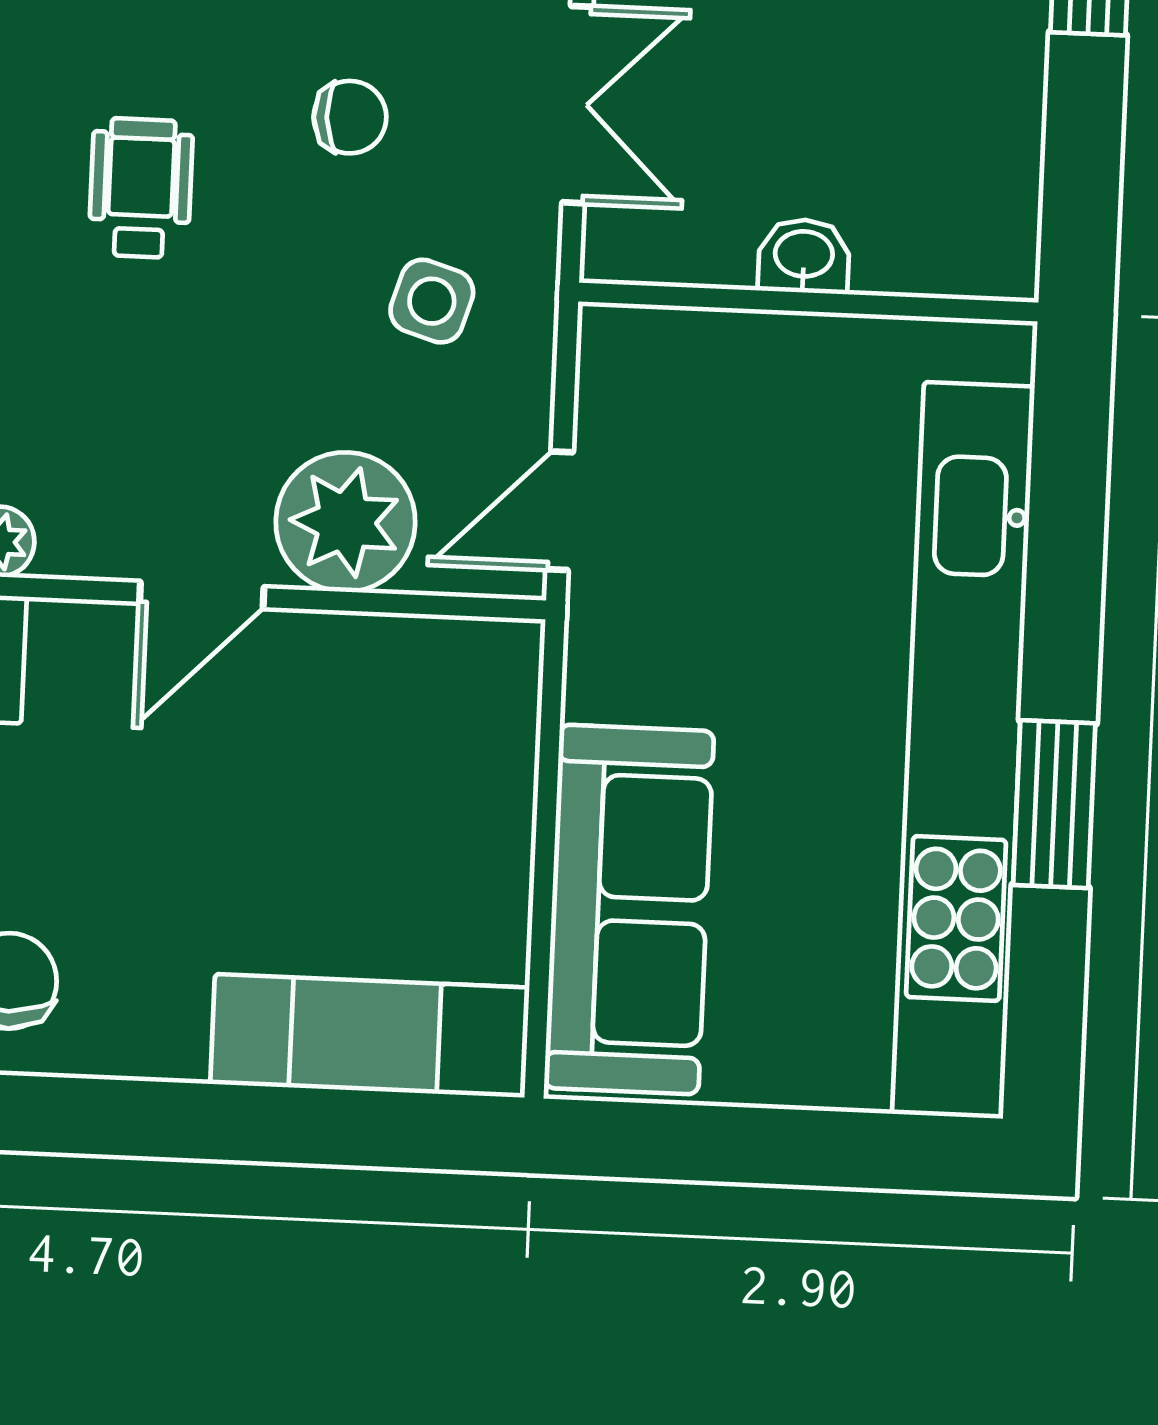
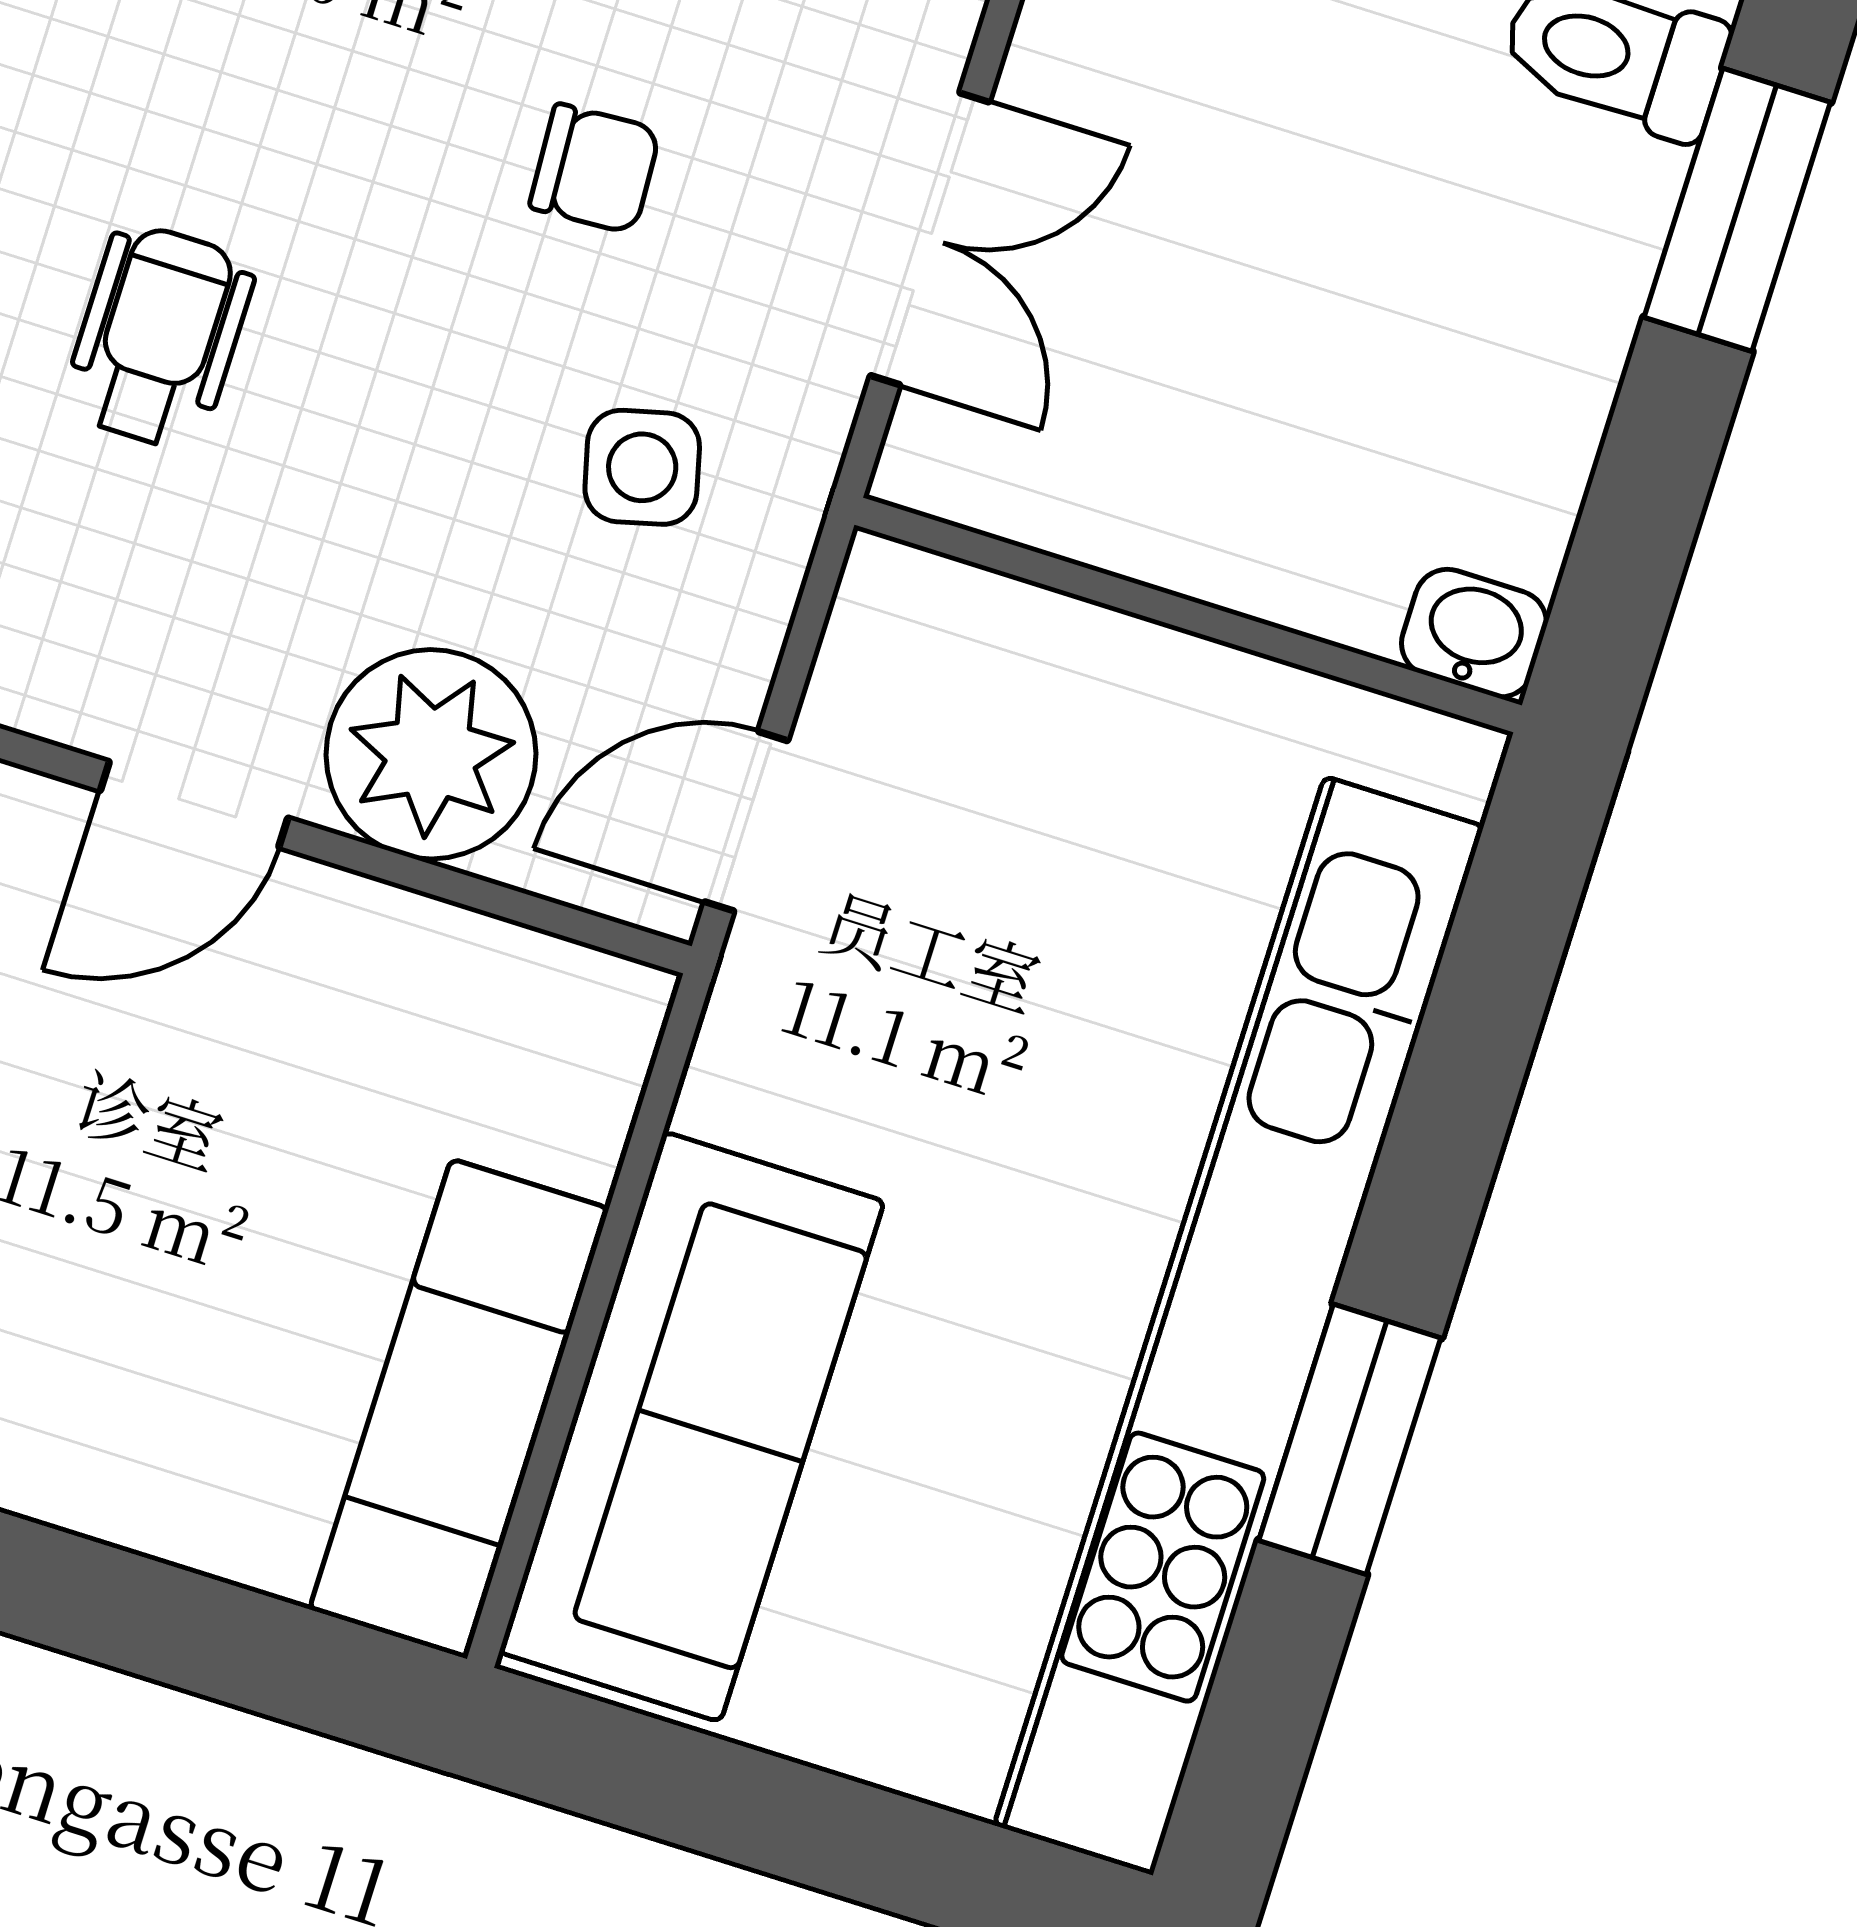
wheelchair: (141, 188) -> (159, 337), moved
washbasin: (804, 256) -> (1474, 633), moved
side table: (432, 301) -> (642, 467), turned -31
exam couch: (370, 1036) -> (459, 1409), moved, turned -90

